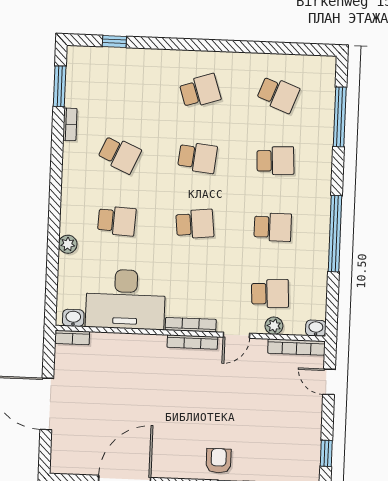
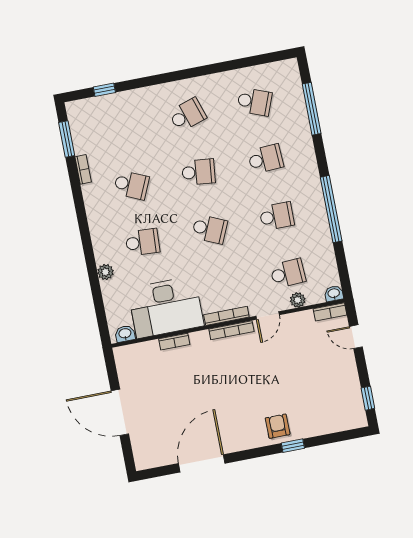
school desk: (195, 224) -> (210, 229), turned 30
bookcase: (72, 337) -> (174, 342), moved
bookcase: (297, 347) -> (330, 312), width x0.64

